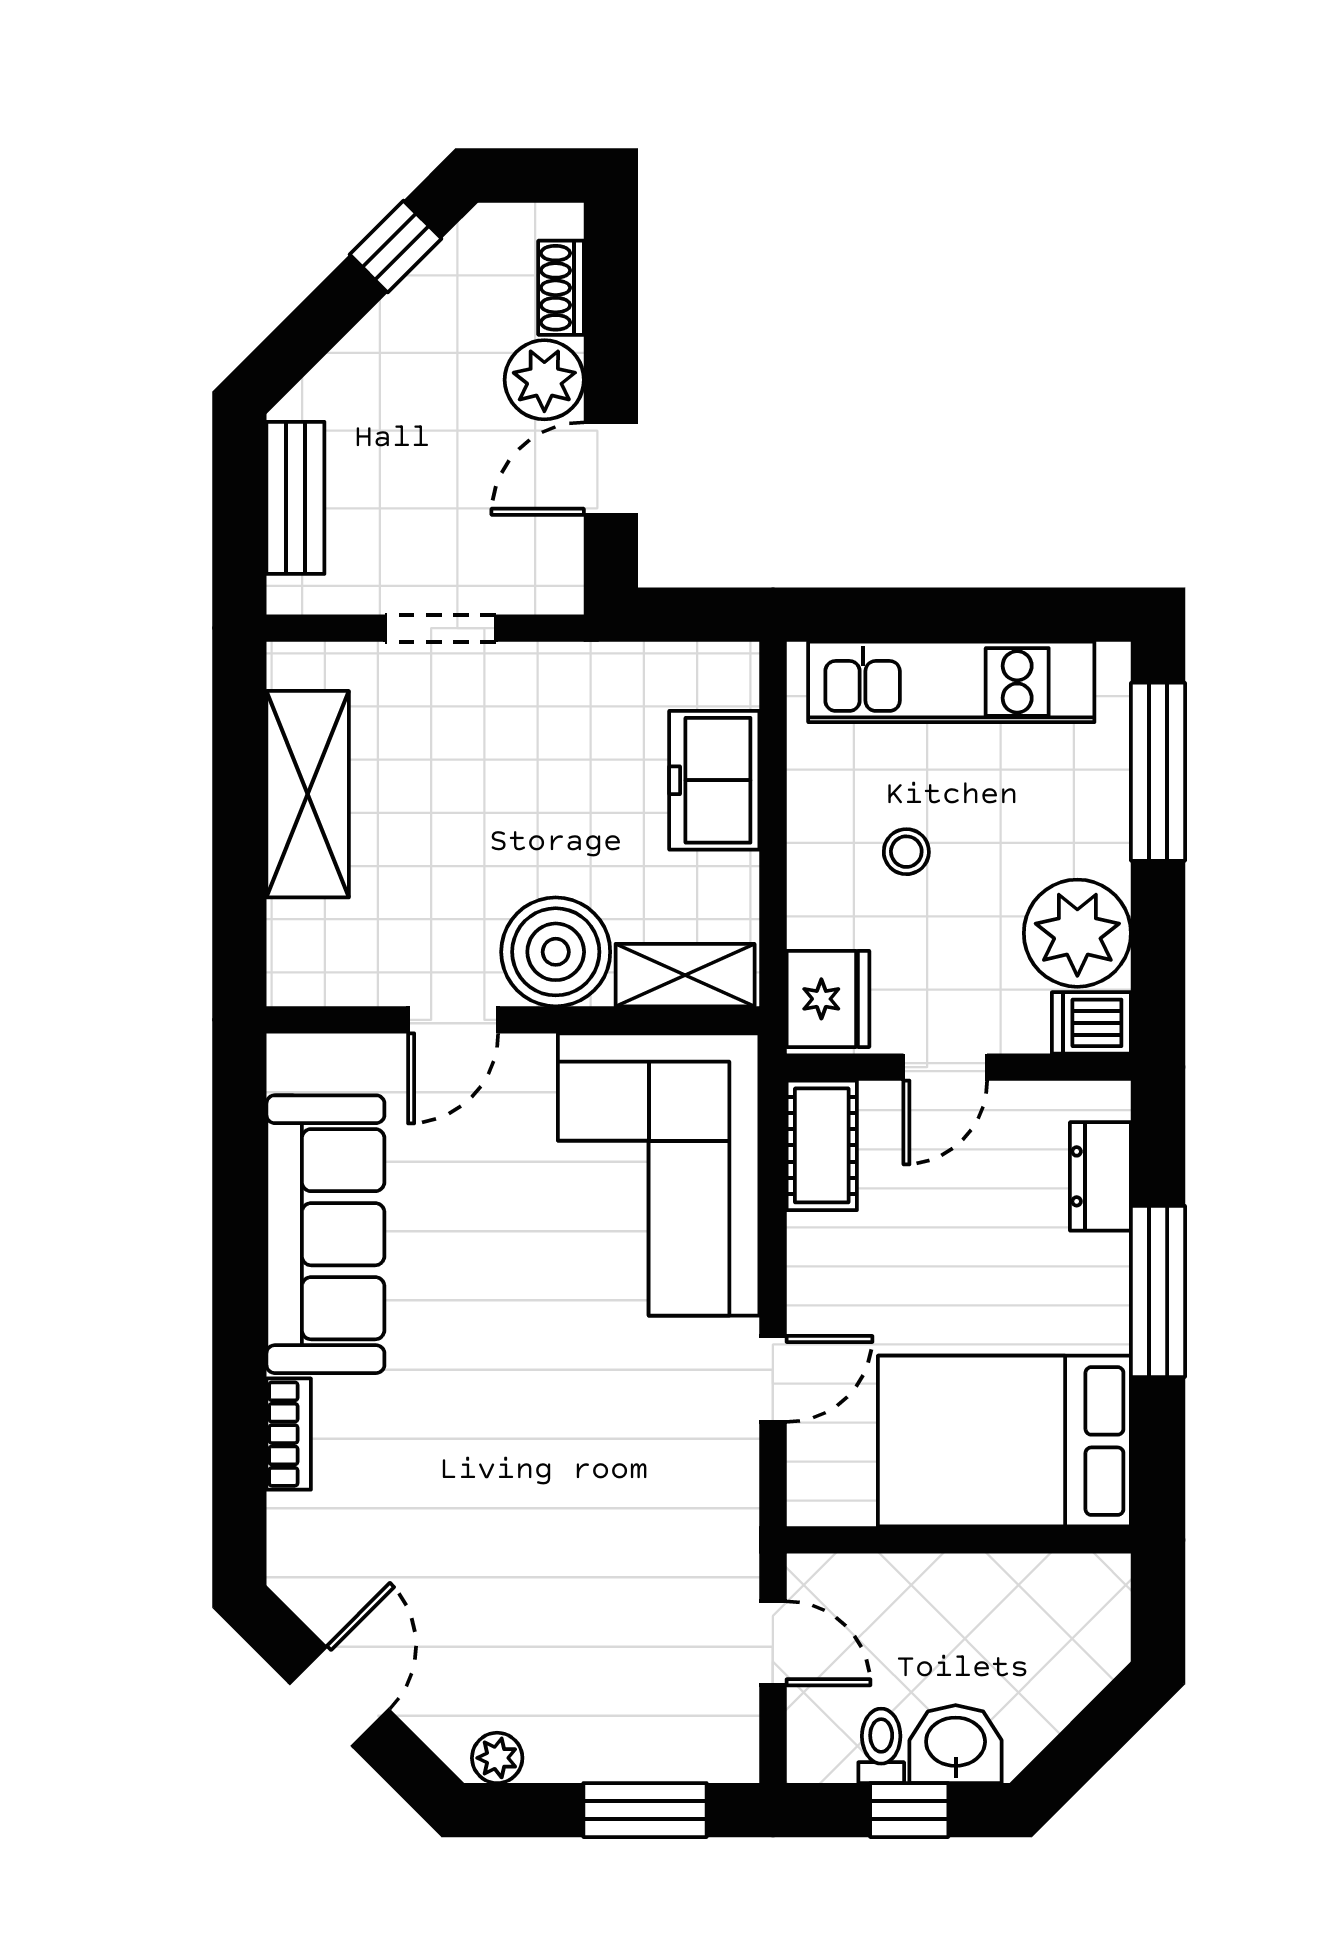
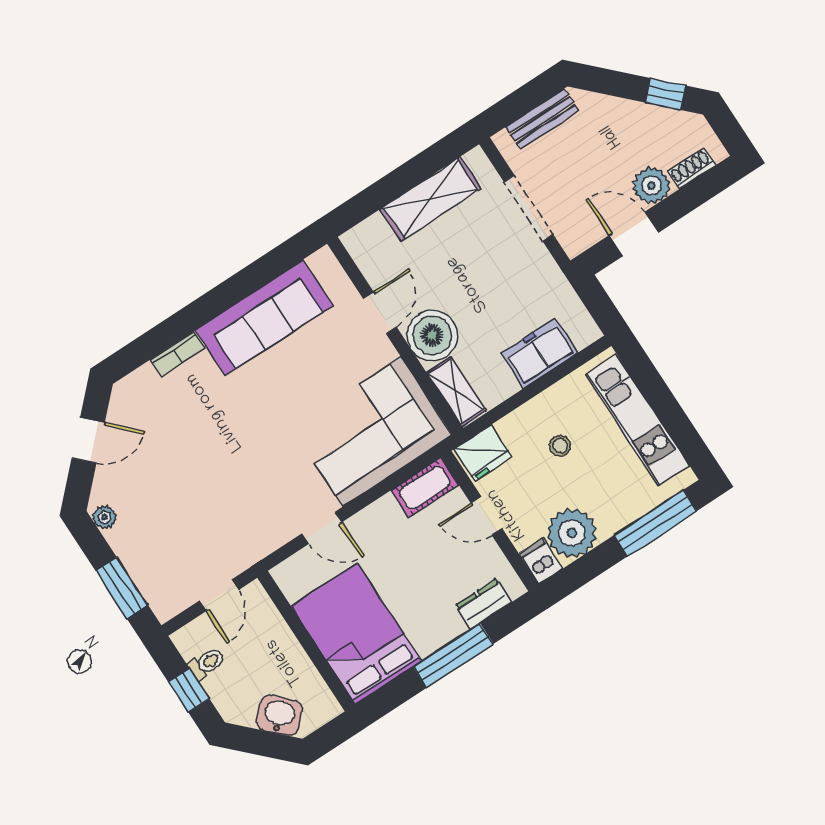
doorway: (441, 628) -> (529, 208), width x1.38
door: (453, 1020) -> (380, 313), swing flipped
washbasin: (956, 1744) -> (280, 715), moved, turned -45

